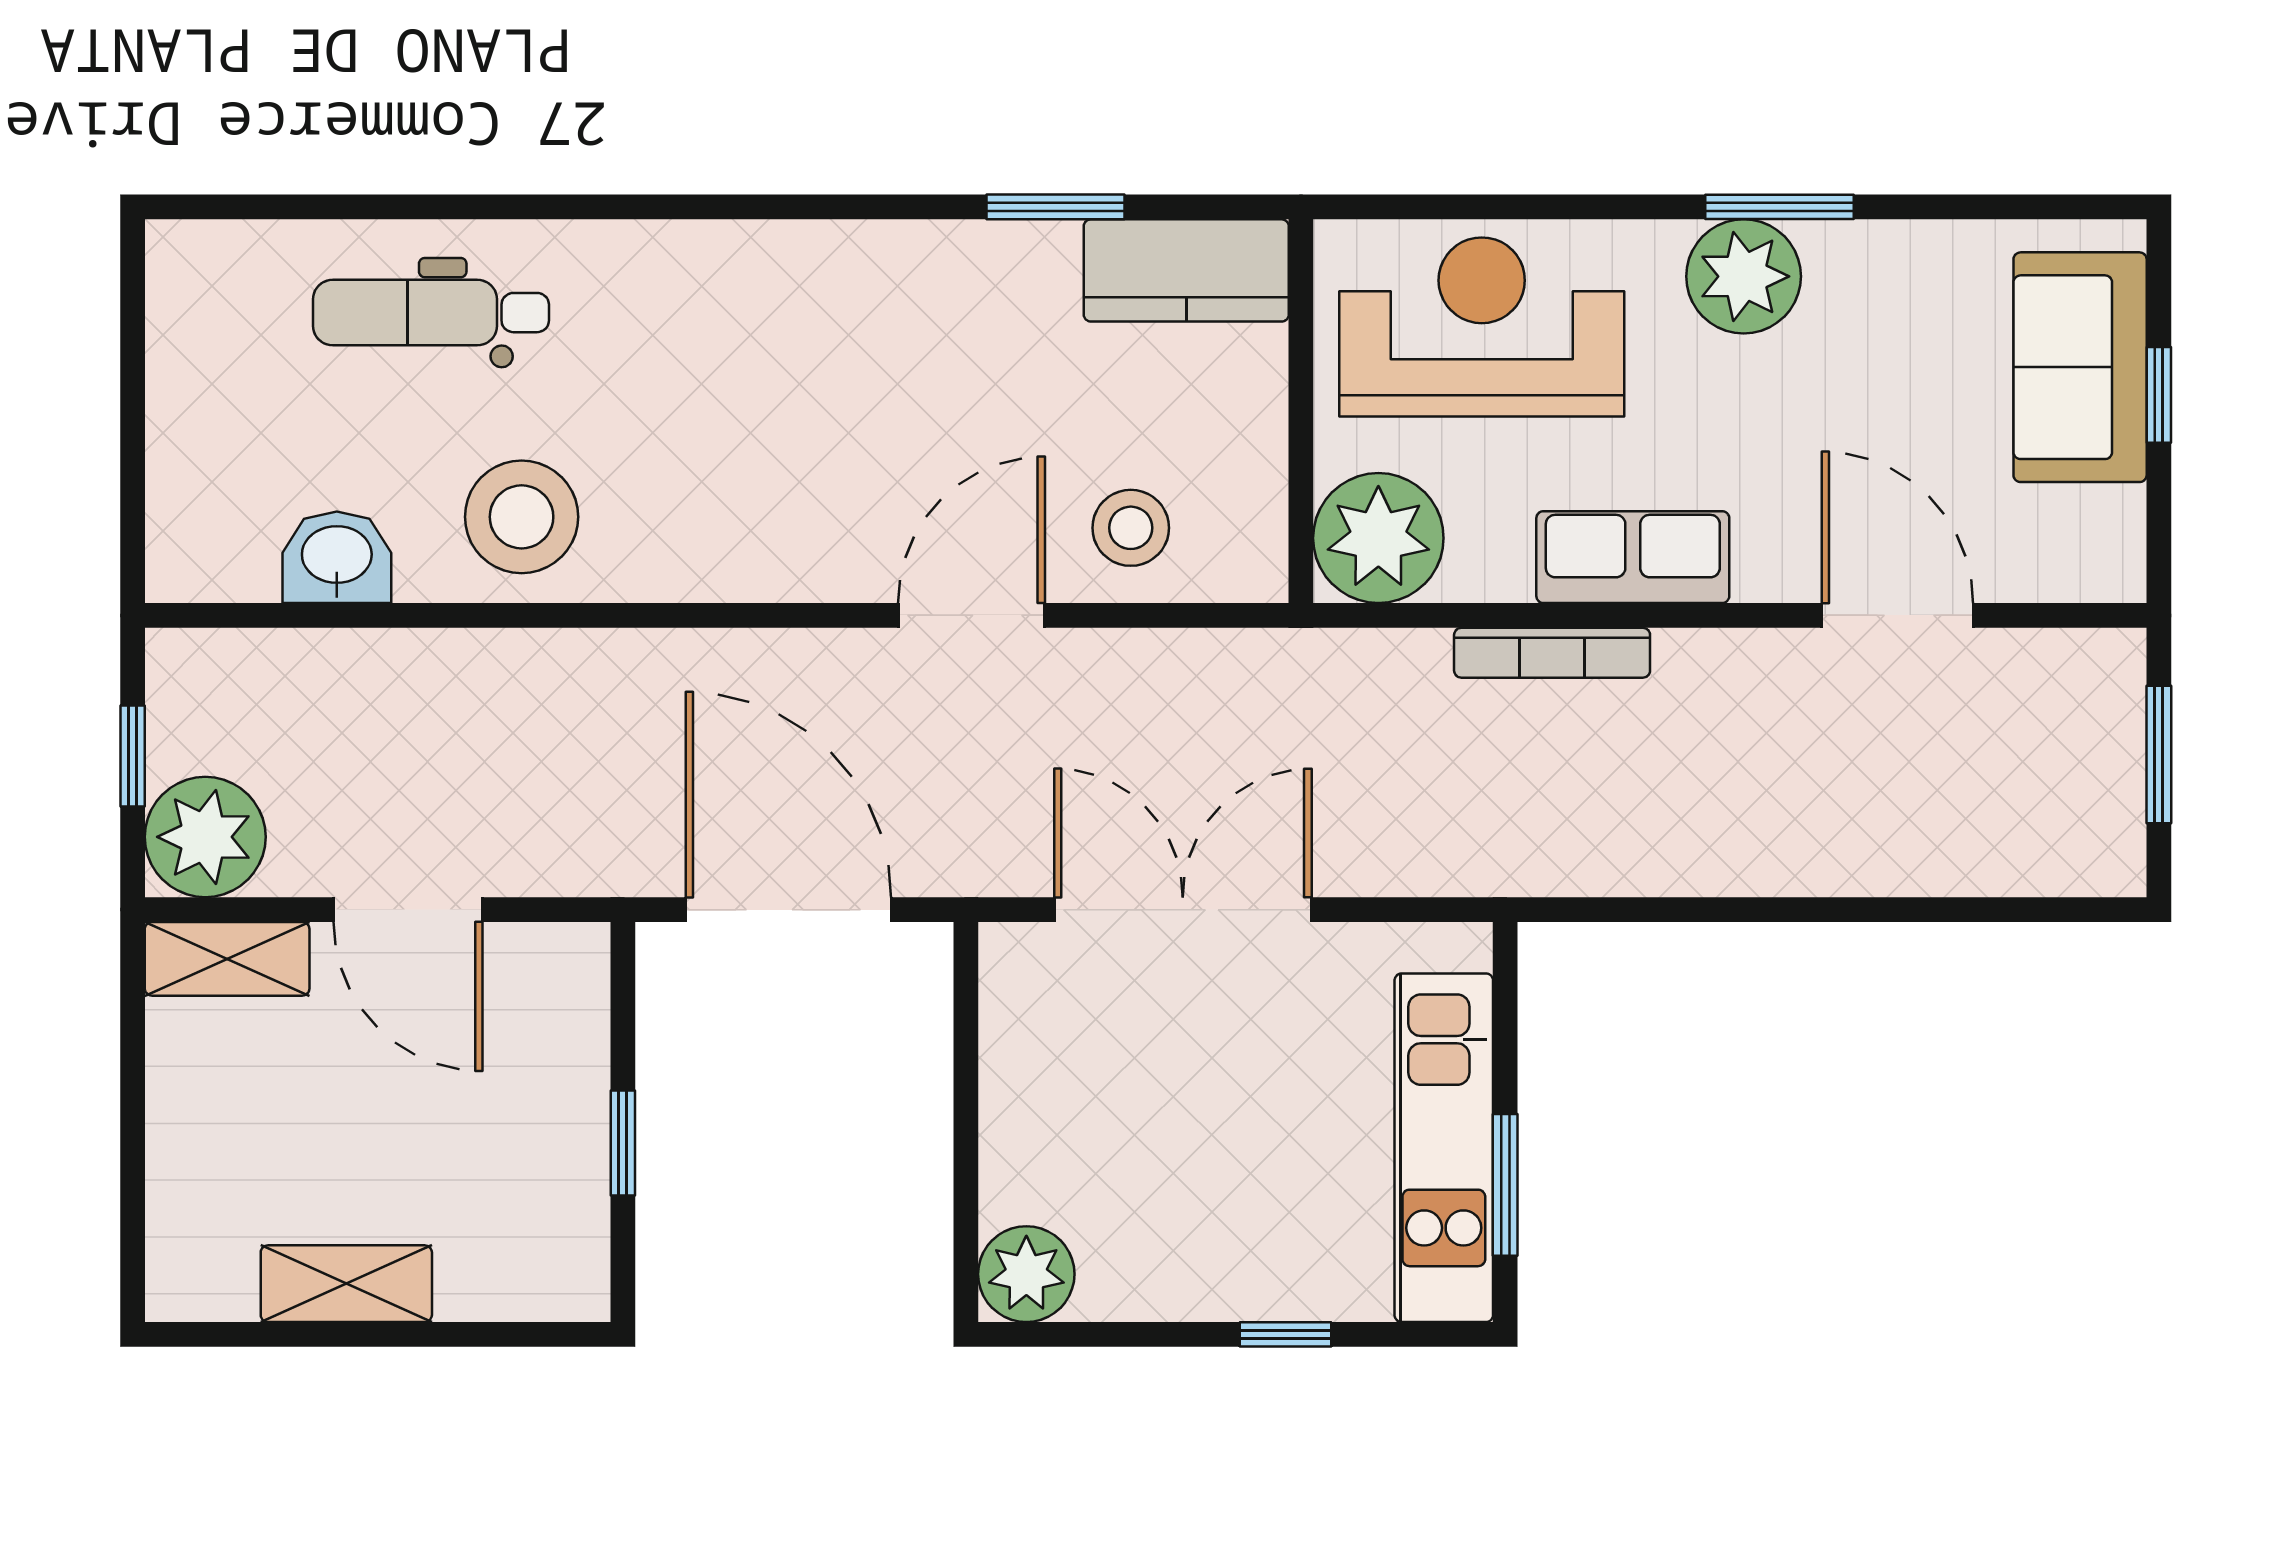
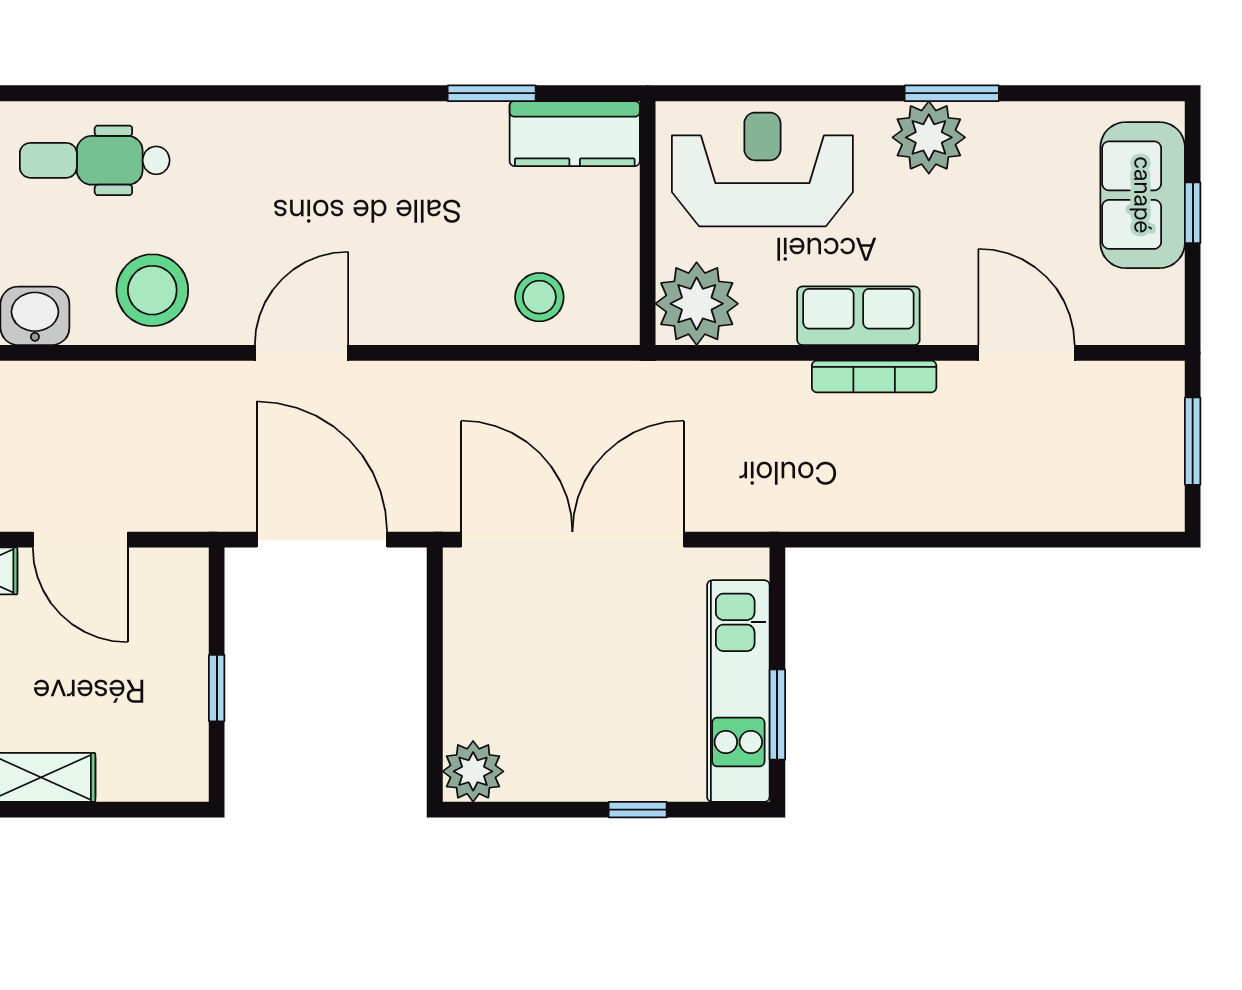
door: (972, 615) -> (301, 353), moved
bookcase: (1552, 653) -> (874, 377), moved
double door: (1183, 910) -> (572, 540), width x1.36

